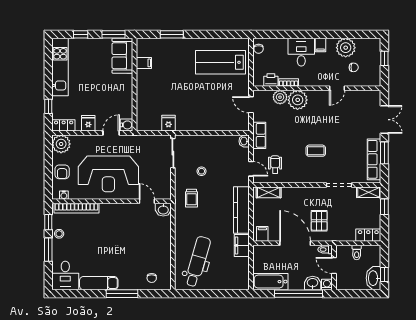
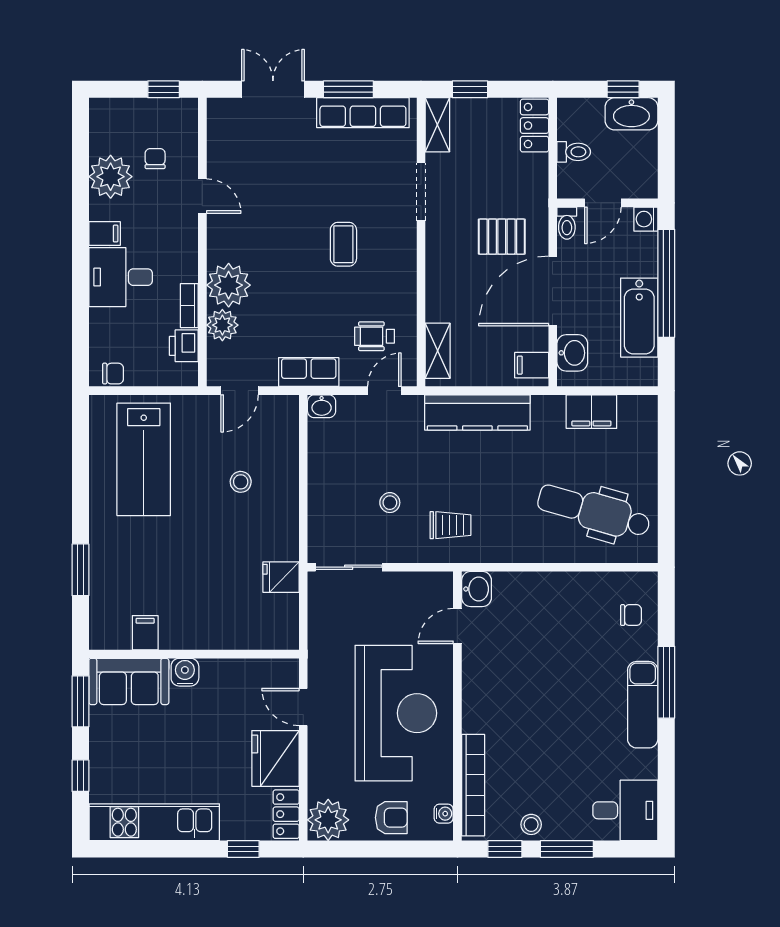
window: (384, 58) -> (164, 89), moved
stool: (211, 105) -> (241, 482), added
fridge: (88, 123) -> (275, 758), width x1.88, depth x1.34
water cooler: (126, 125) -> (185, 672), moved
filing cabinet: (242, 245) -> (591, 412), moved
bathtub: (270, 282) -> (639, 318), moved
exam couch: (99, 283) -> (643, 705), moved
washbasin: (313, 283) -> (572, 353), moved, turned 180

